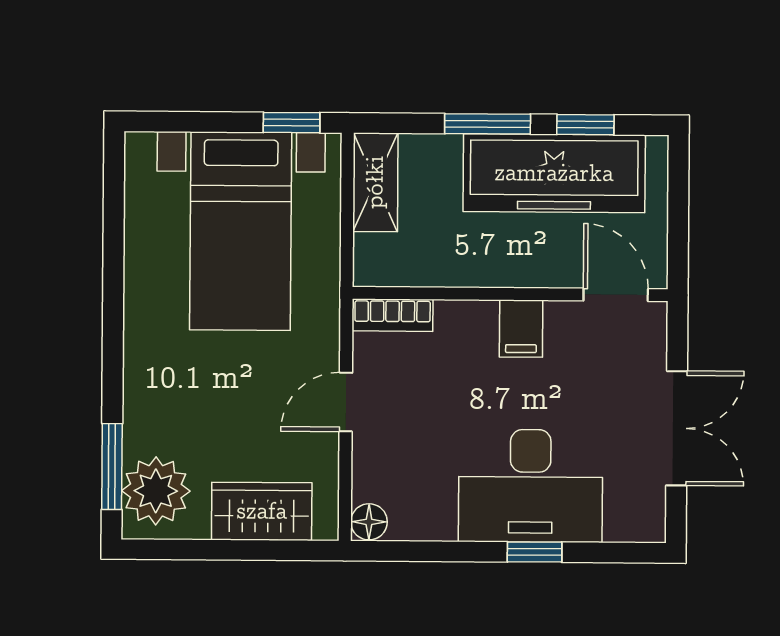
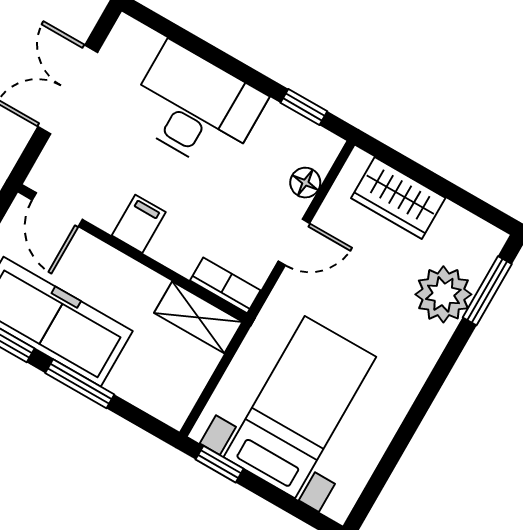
shelving: (375, 182) -> (198, 317), moved, turned 90
plant: (156, 491) -> (443, 294), moved
floor lamp: (369, 522) -> (305, 183), moved
window: (535, 552) -> (304, 107), moved

